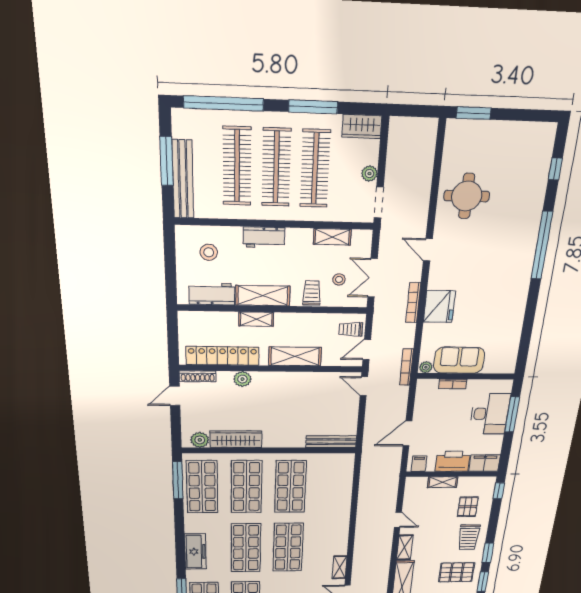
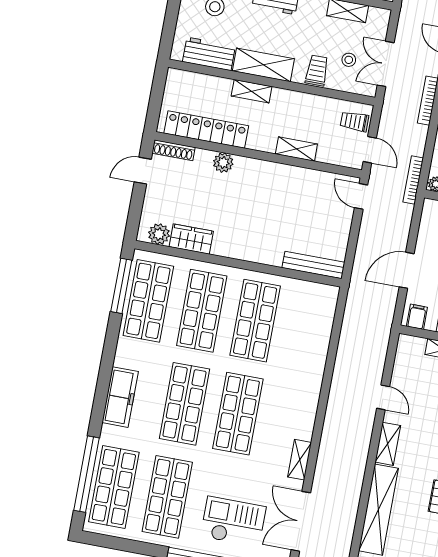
door: (367, 350) -> (370, 150), swing flipped
shelving: (295, 356) -> (296, 149), width x0.67, depth x0.75
wardrobe: (236, 439) -> (191, 239), width x0.67

